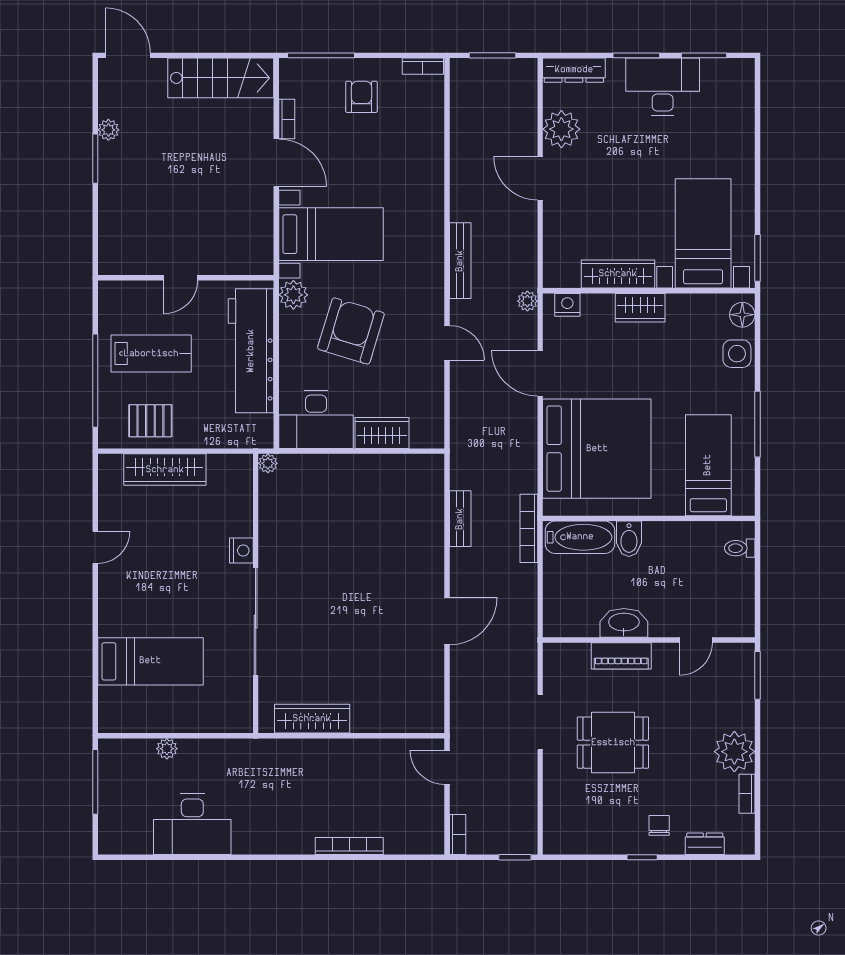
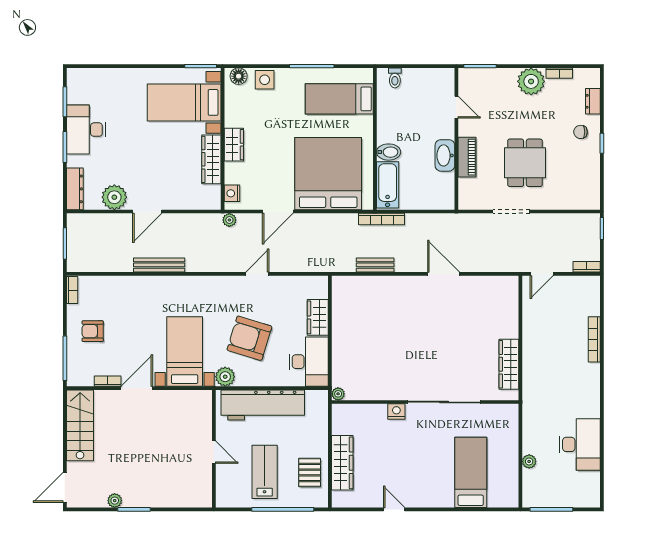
bench: (460, 261) -> (159, 265), moved

